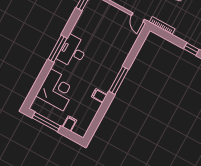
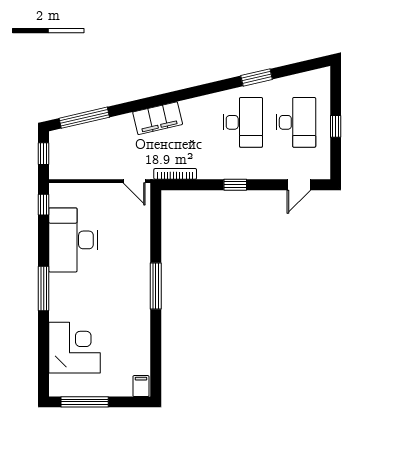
desk: (73, 51) -> (73, 240), moved, width x1.36, depth x1.30
filing cabinet: (99, 96) -> (140, 323), removed
filing cabinet: (70, 124) -> (141, 386), moved

